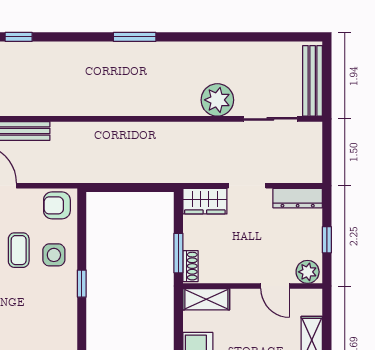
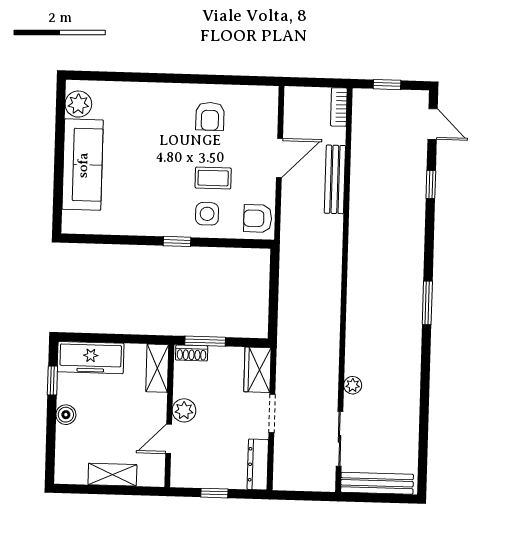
plant: (217, 100) -> (353, 385), width x0.53, depth x0.53
armchair: (57, 205) -> (258, 218), turned -90
plant: (308, 272) -> (184, 410), moved

